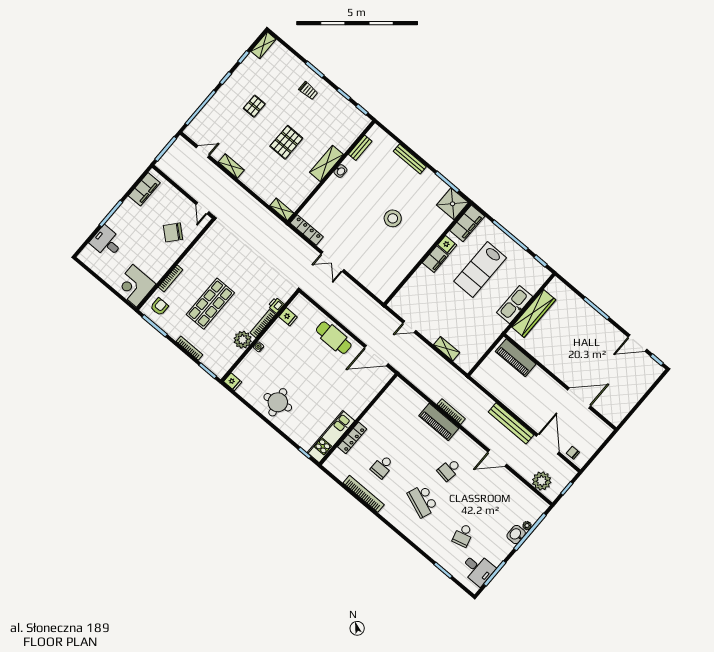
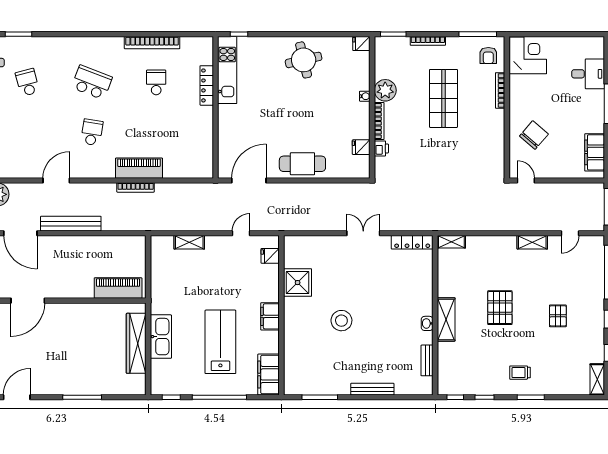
shower: (453, 204) -> (298, 283), moved
fridge: (447, 245) -> (270, 256), moved

